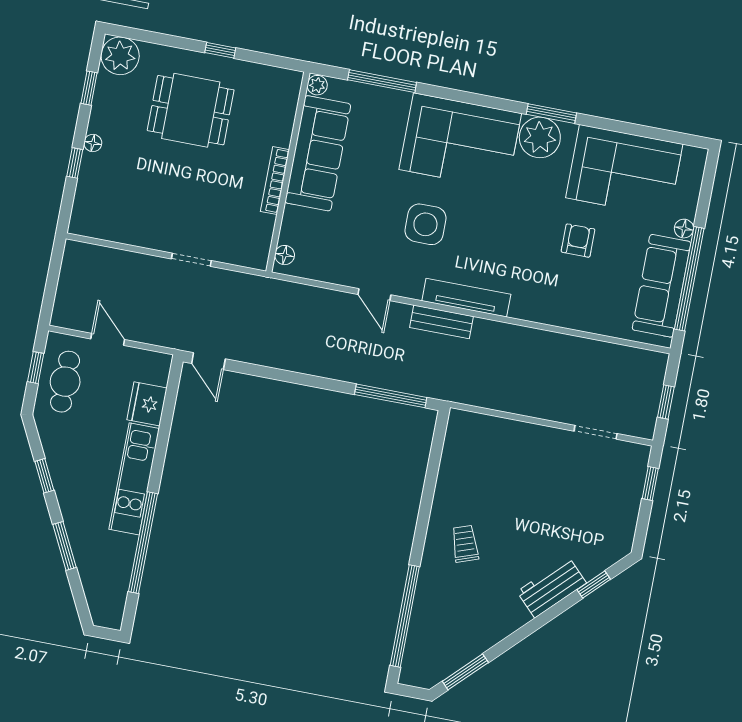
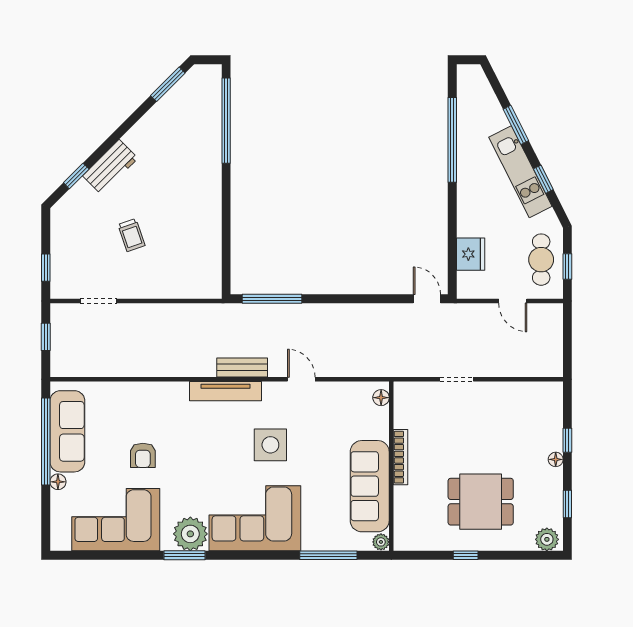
plant: (120, 56) -> (547, 539), width x0.73, depth x0.73
kitchen unit: (134, 479) -> (520, 172), moved, turned 153
trolley: (465, 544) -> (131, 235), moved

